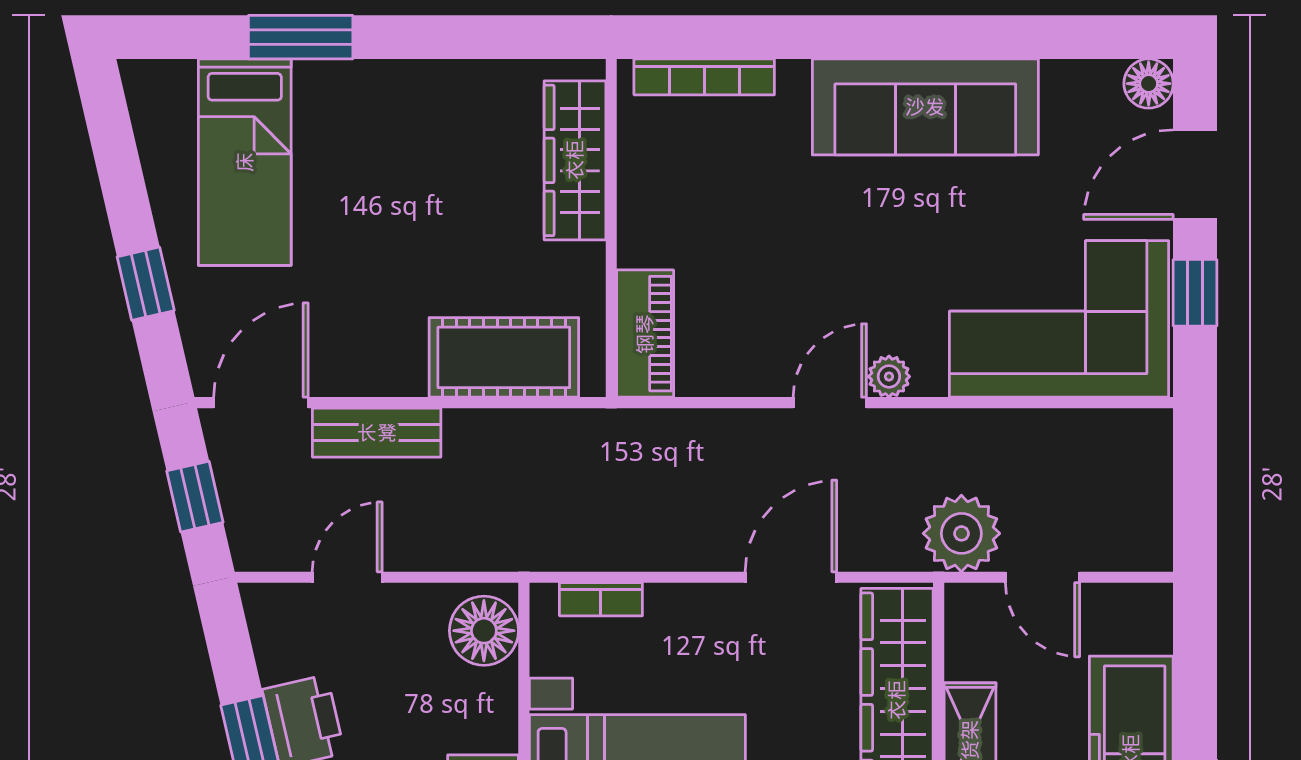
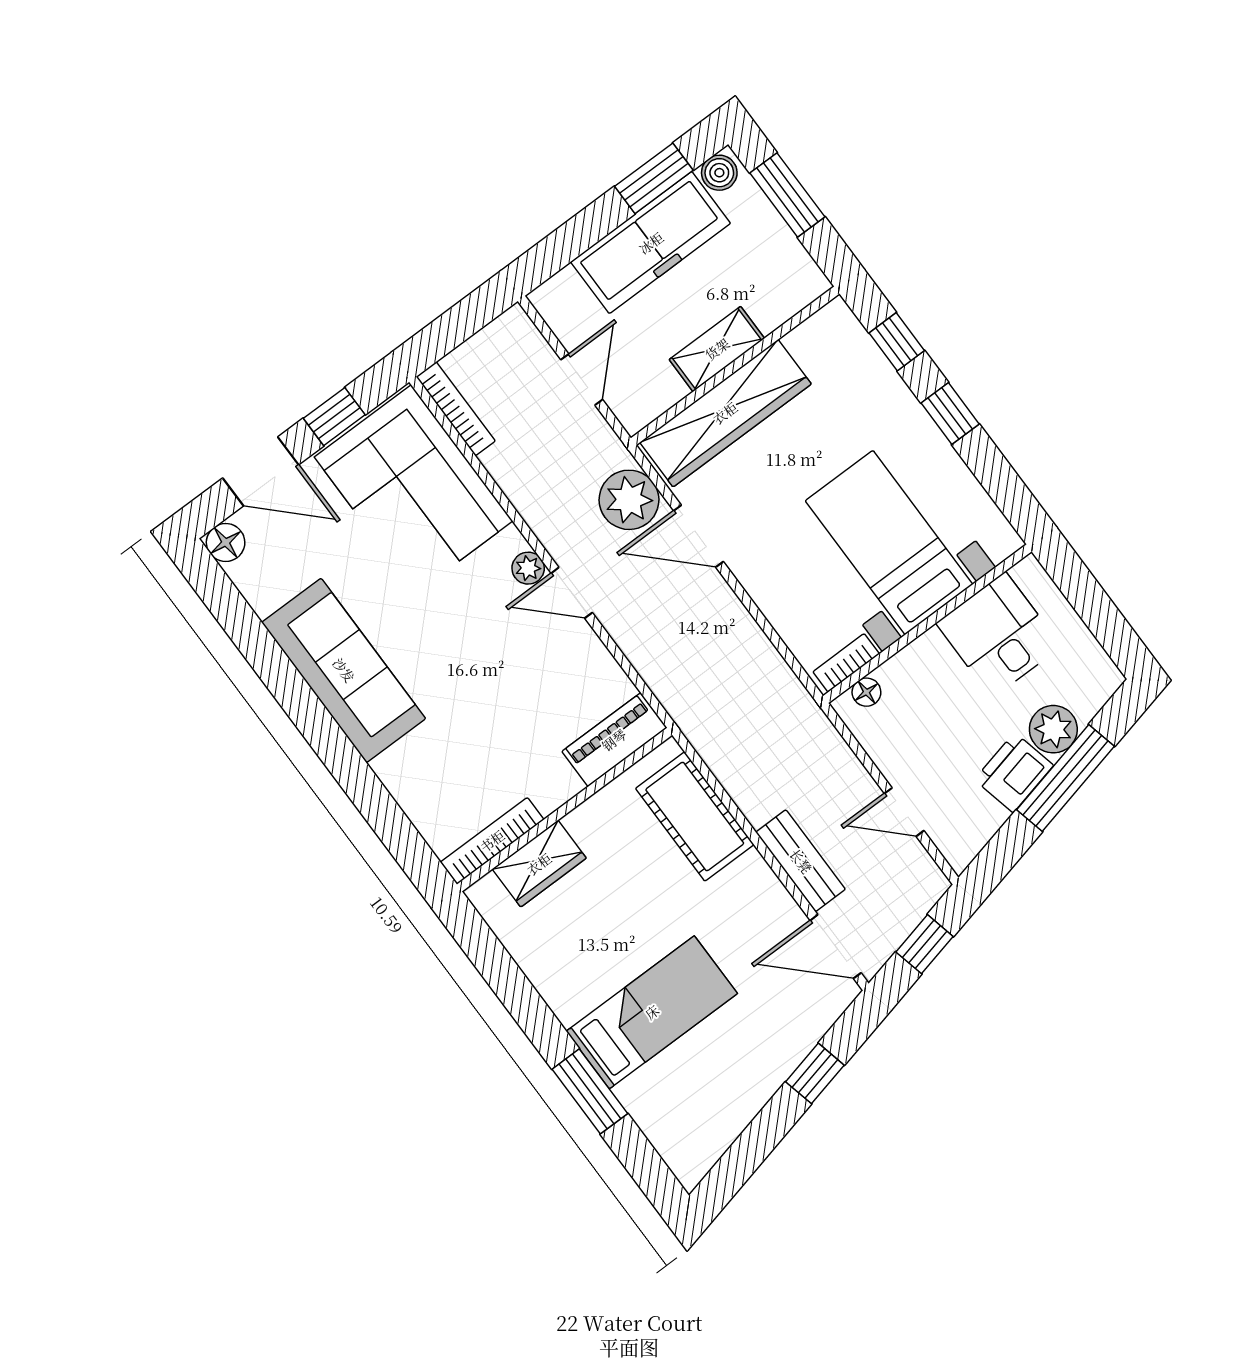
bookcase: (704, 77) -> (492, 841), moved, turned -90
wardrobe: (575, 160) -> (539, 864), width x0.67
bed: (245, 162) -> (652, 1012), moved
bookcase: (1109, 424) -> (456, 409), added
plant: (961, 533) -> (629, 500), moved
bookcase: (601, 599) -> (846, 663), moved, turned -90
floor lamp: (484, 631) -> (866, 692), width x0.53, depth x0.53

